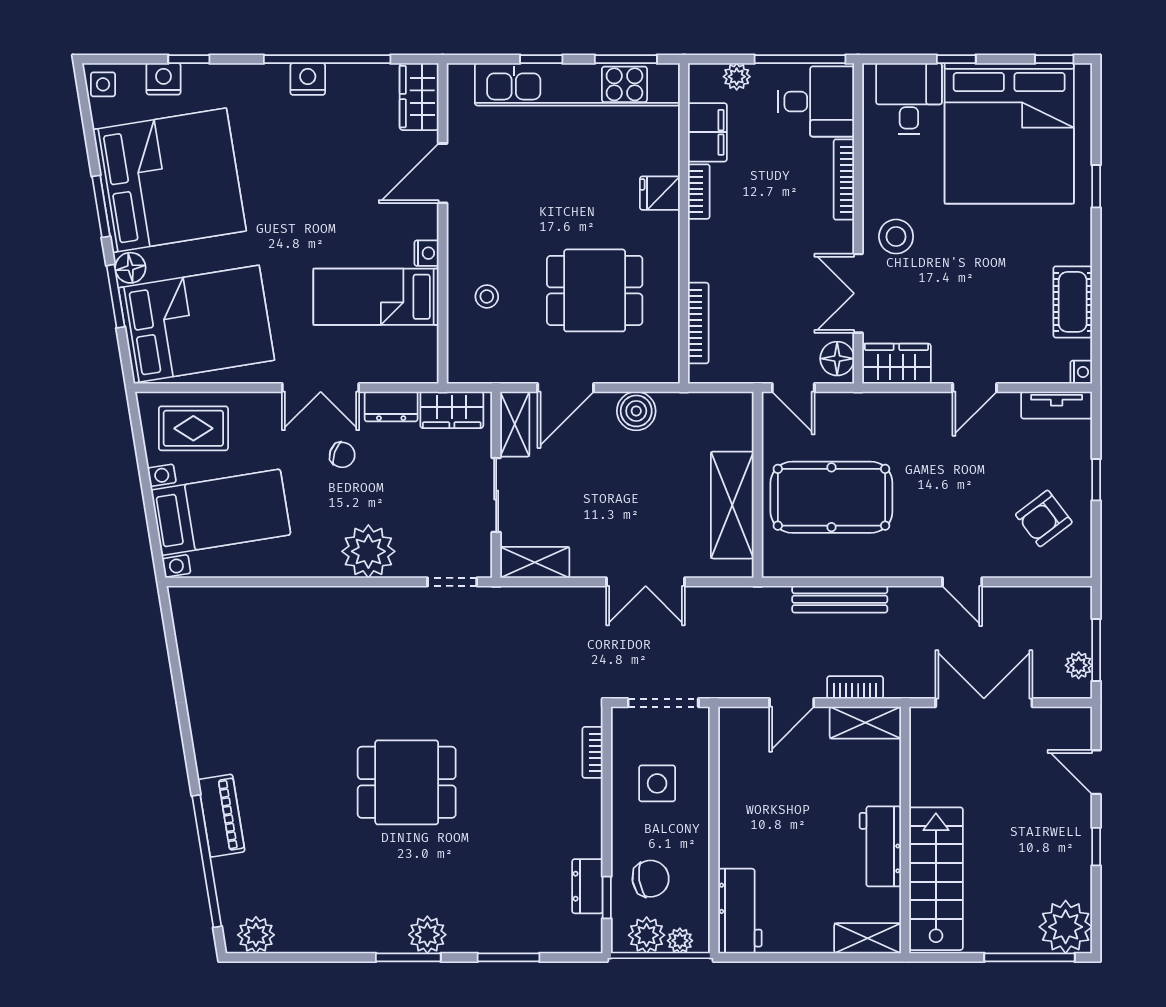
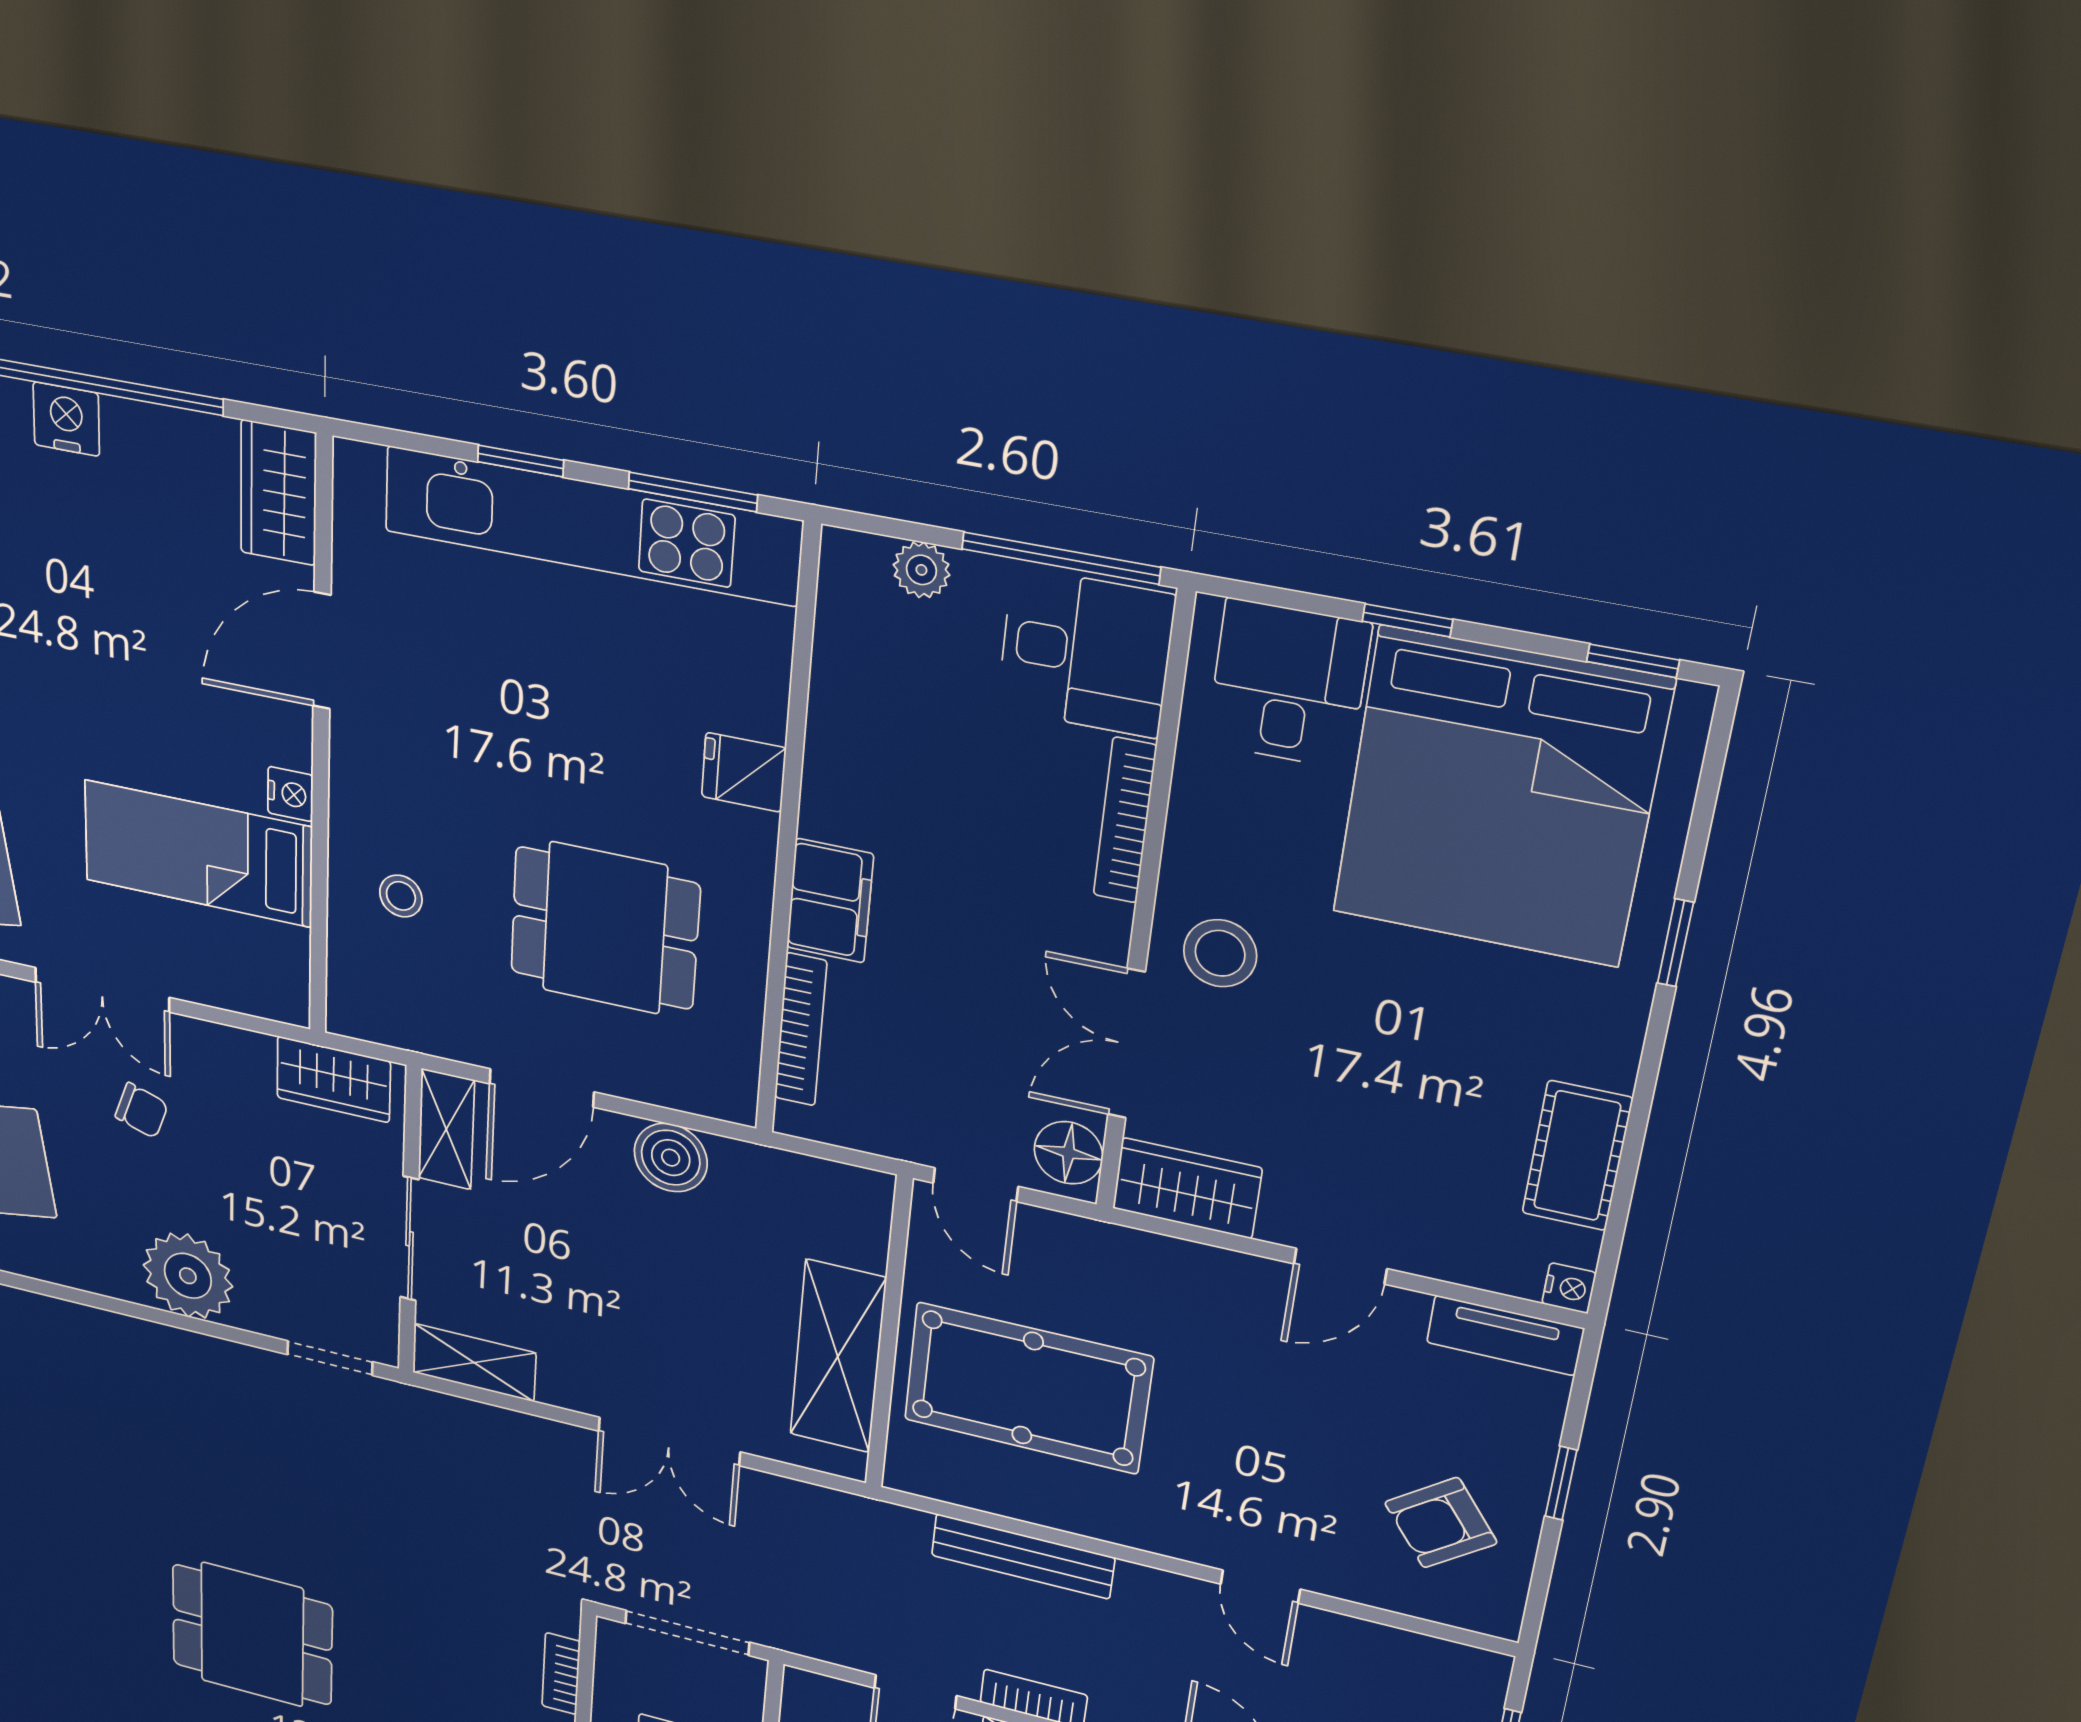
filing cabinet: (707, 132) -> (830, 901), moved
bookcase: (699, 192) -> (822, 785), removed
dresser: (391, 406) -> (226, 1050), removed

